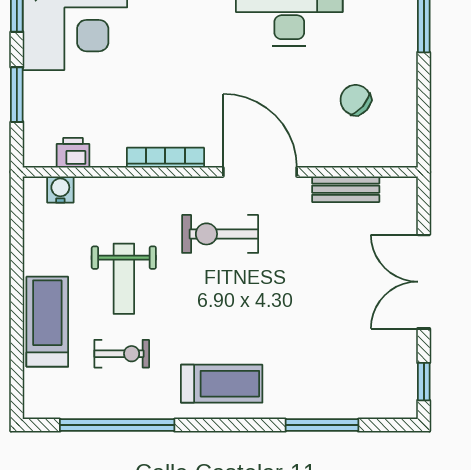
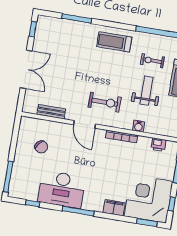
door: (260, 172) -> (85, 124), width x0.73
water cooler: (60, 189) -> (139, 126), moved

